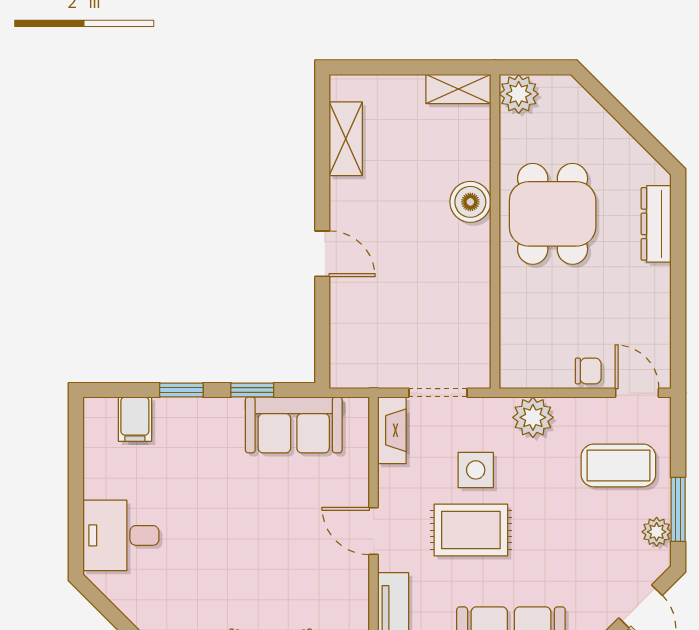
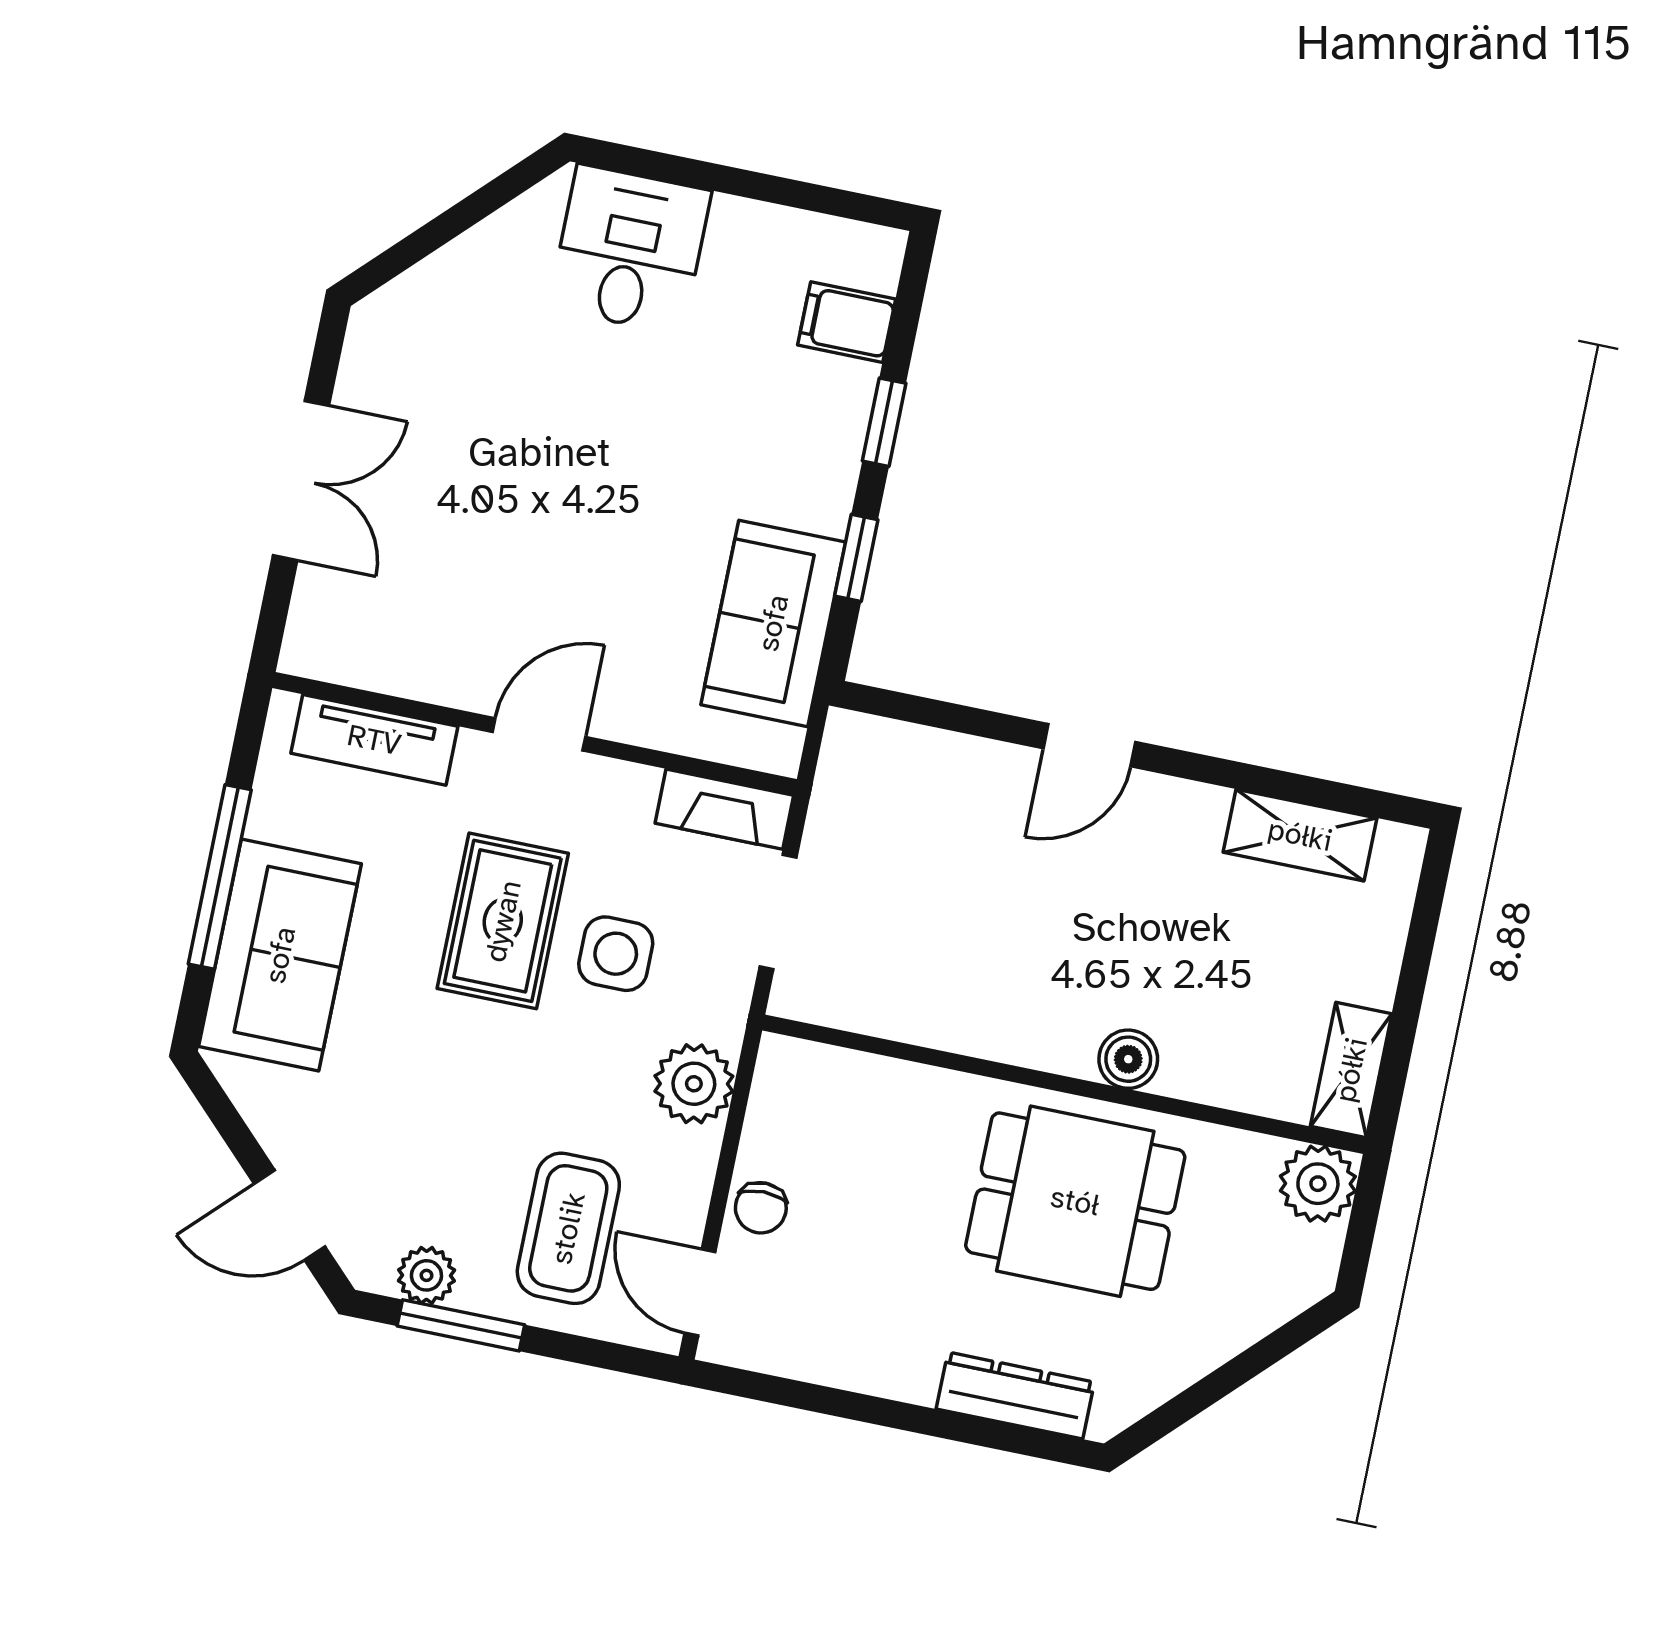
boiler: (470, 202) -> (1128, 1059), width x0.73, depth x0.73
door: (637, 393) -> (700, 1292), swing flipped

